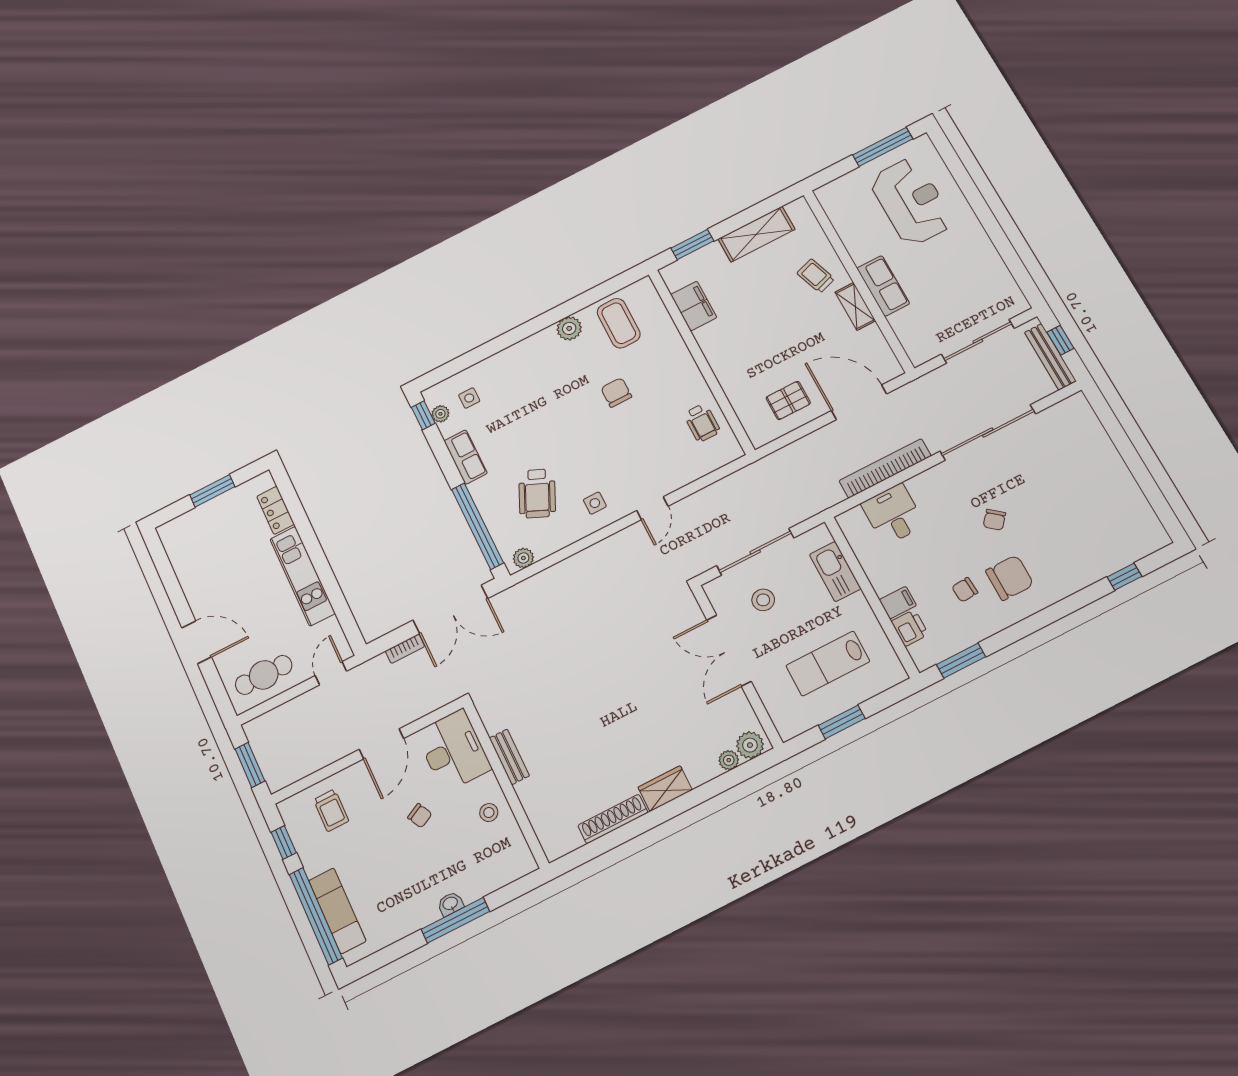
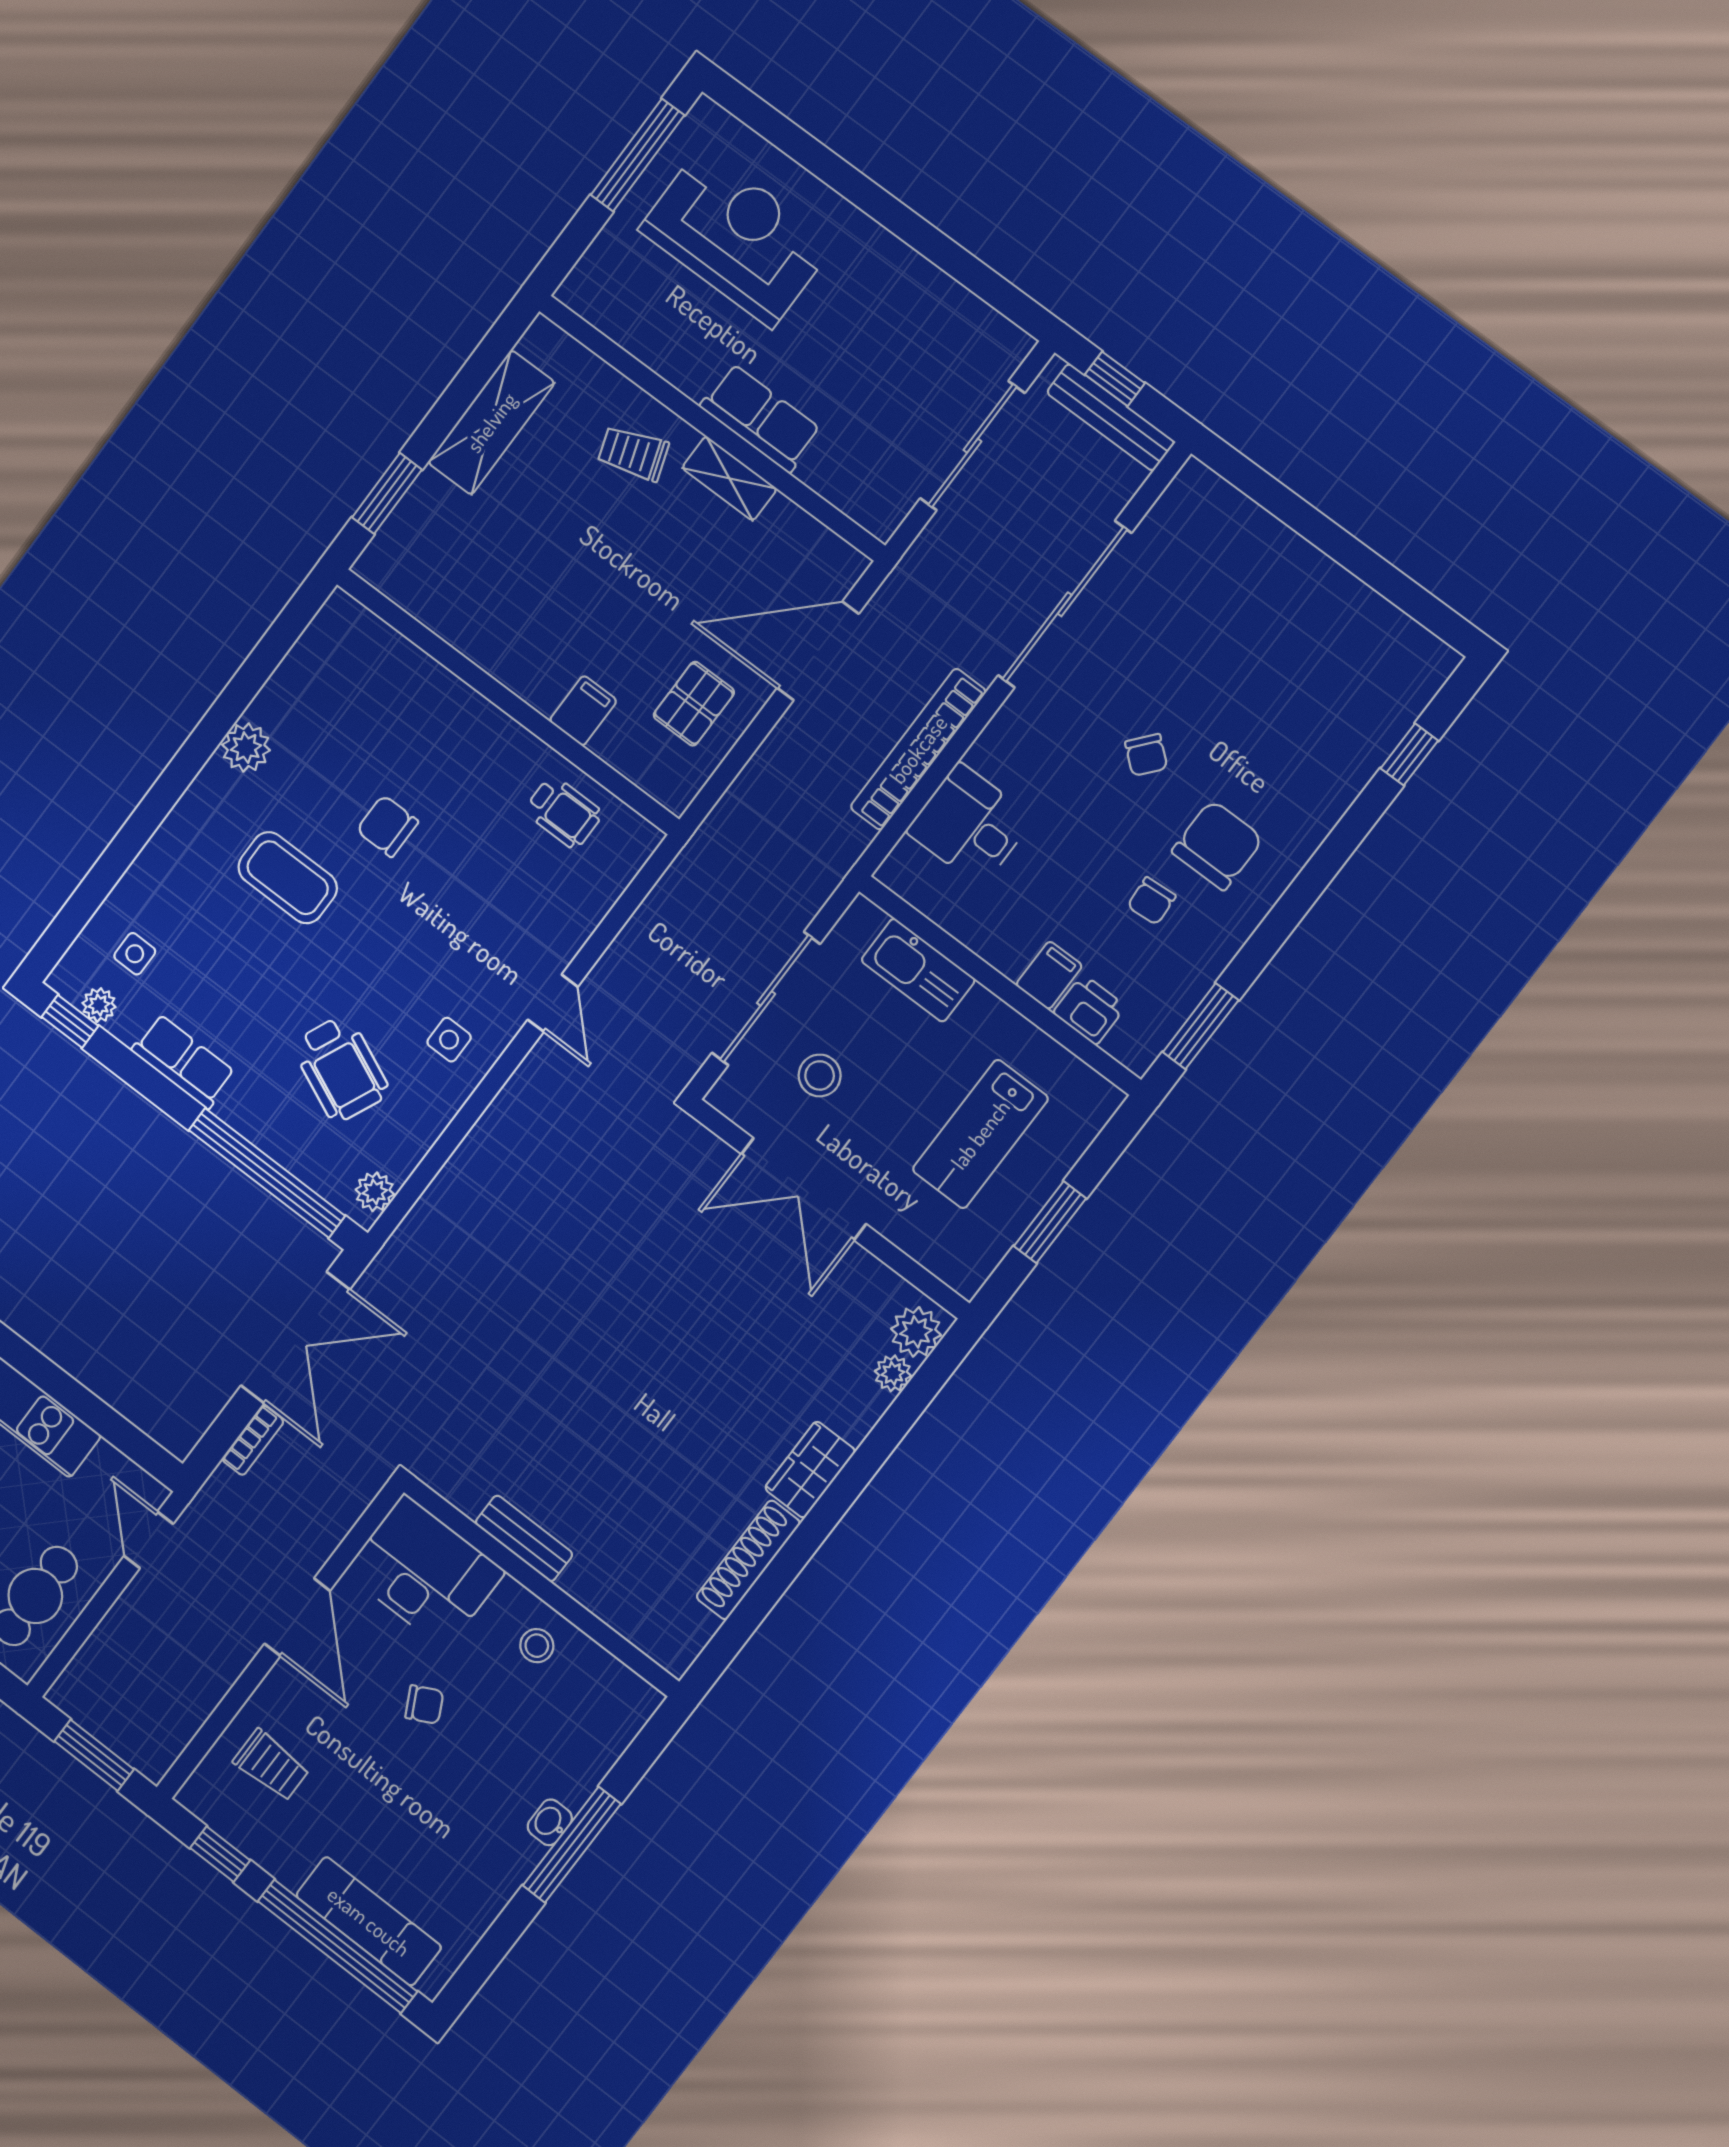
filing cabinet: (694, 306) -> (583, 711), moved, width x0.50
coffee table: (619, 323) -> (288, 878), moved

